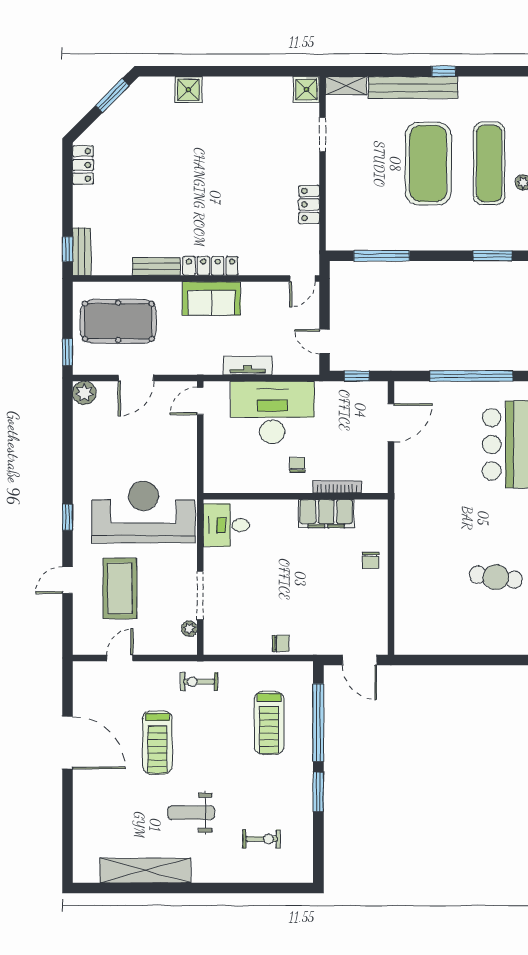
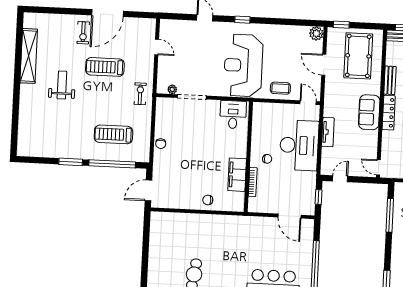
reception desk: (143, 512) -> (243, 65), turned 180
coffee table: (120, 588) -> (280, 88), moved, width x0.54, depth x0.58
exercise bike: (261, 839) -> (83, 33), moved

